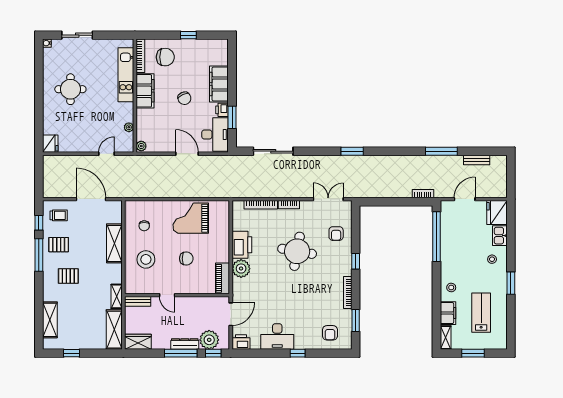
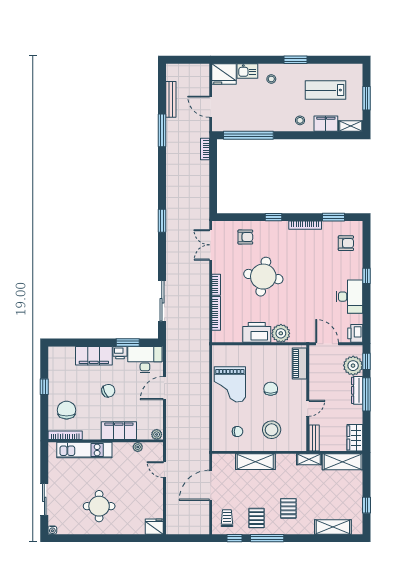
filing cabinet: (145, 91) -> (119, 431), moved
bench: (477, 160) -> (171, 99), width x1.36
piano: (223, 278) -> (299, 363), moved, turned 90

